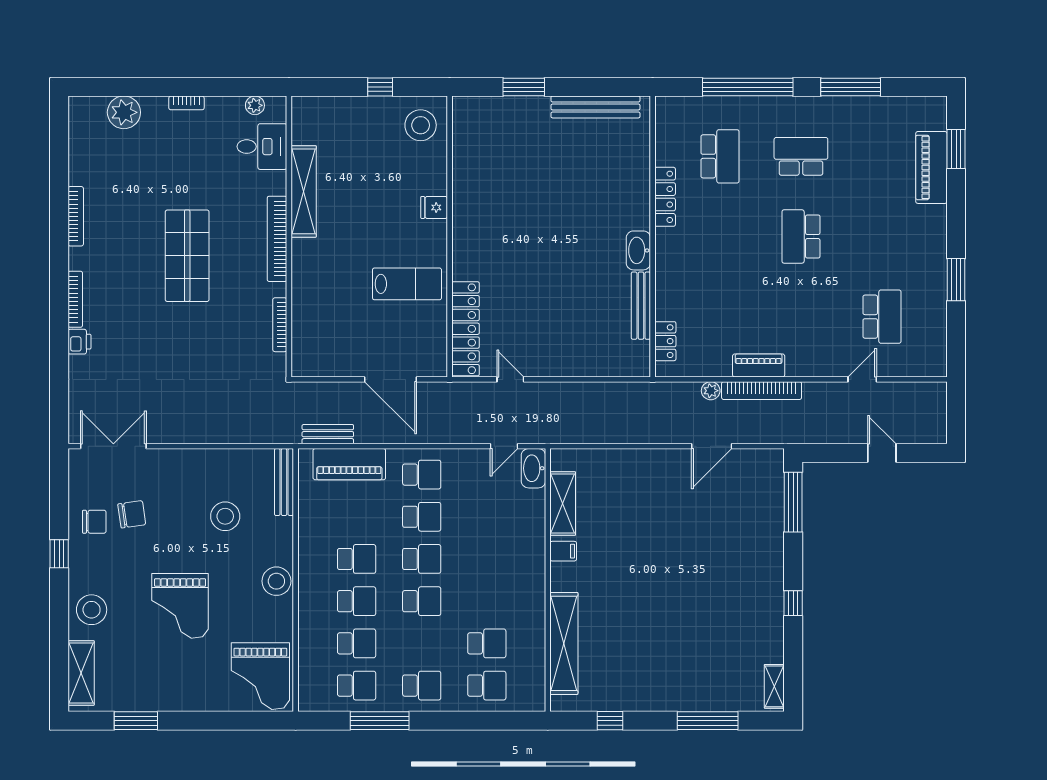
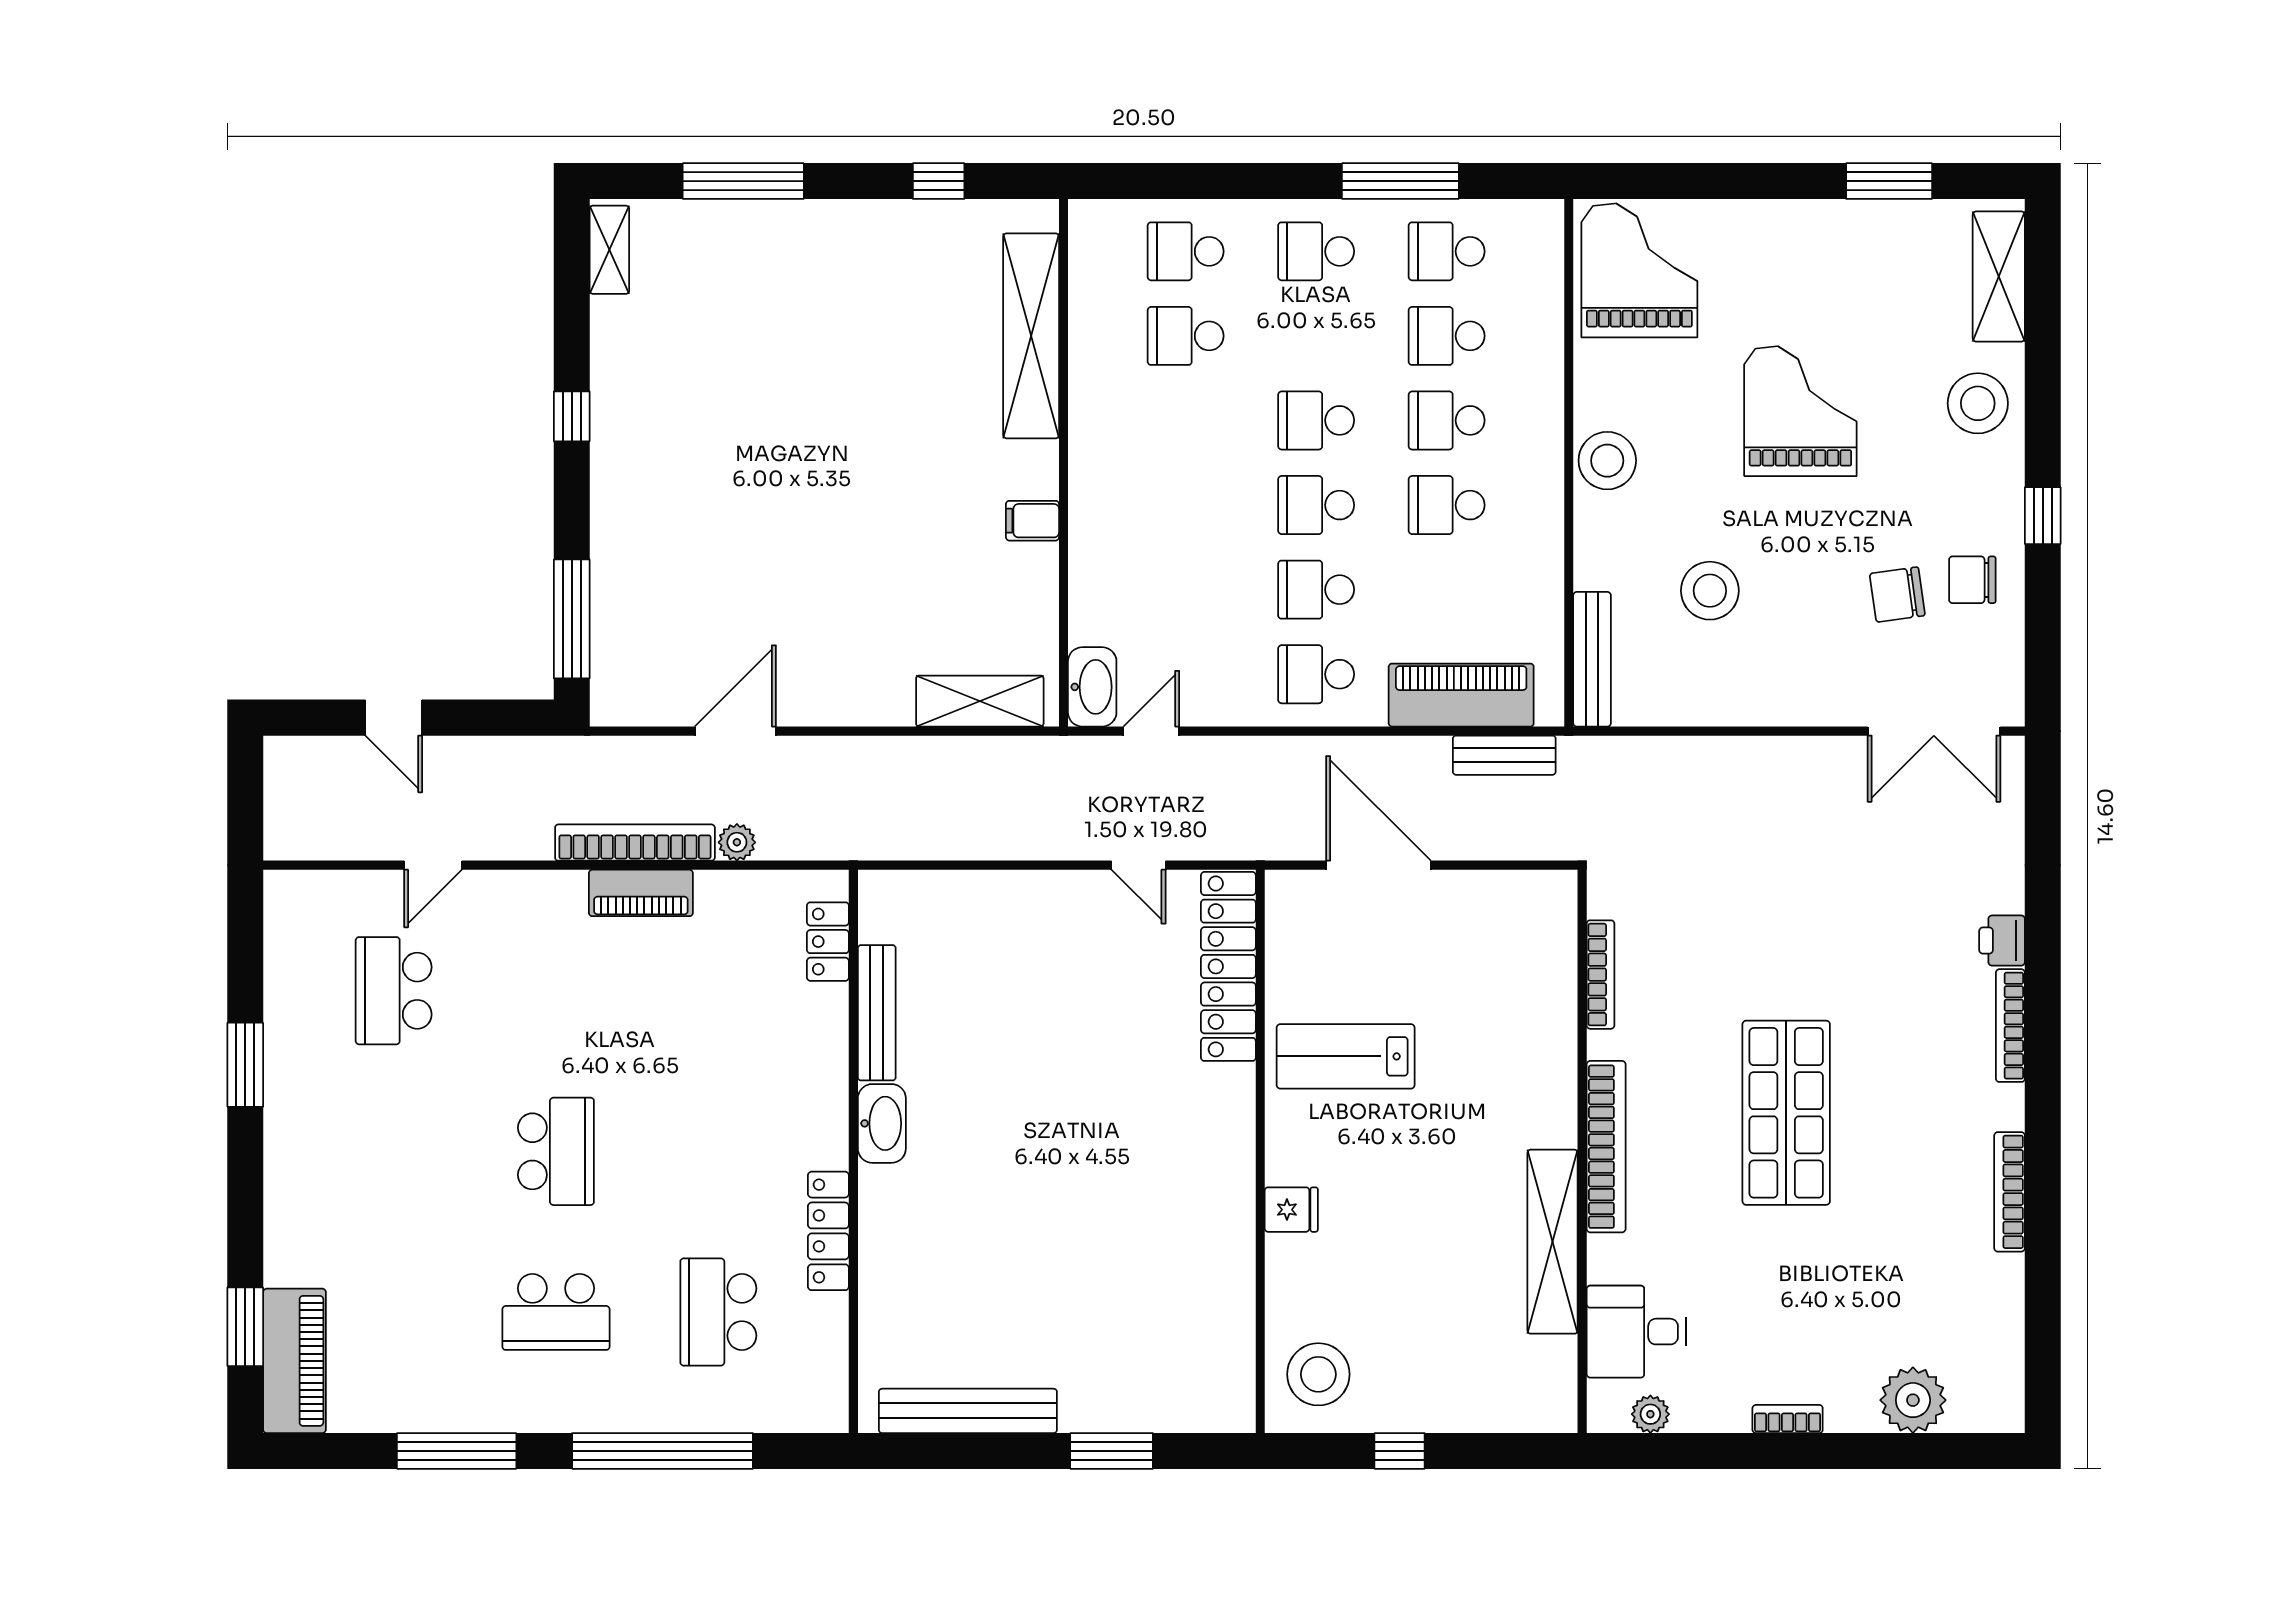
piano: (931, 167) -> (294, 1361), moved
shelving: (563, 504) -> (980, 701), moved, turned 90

